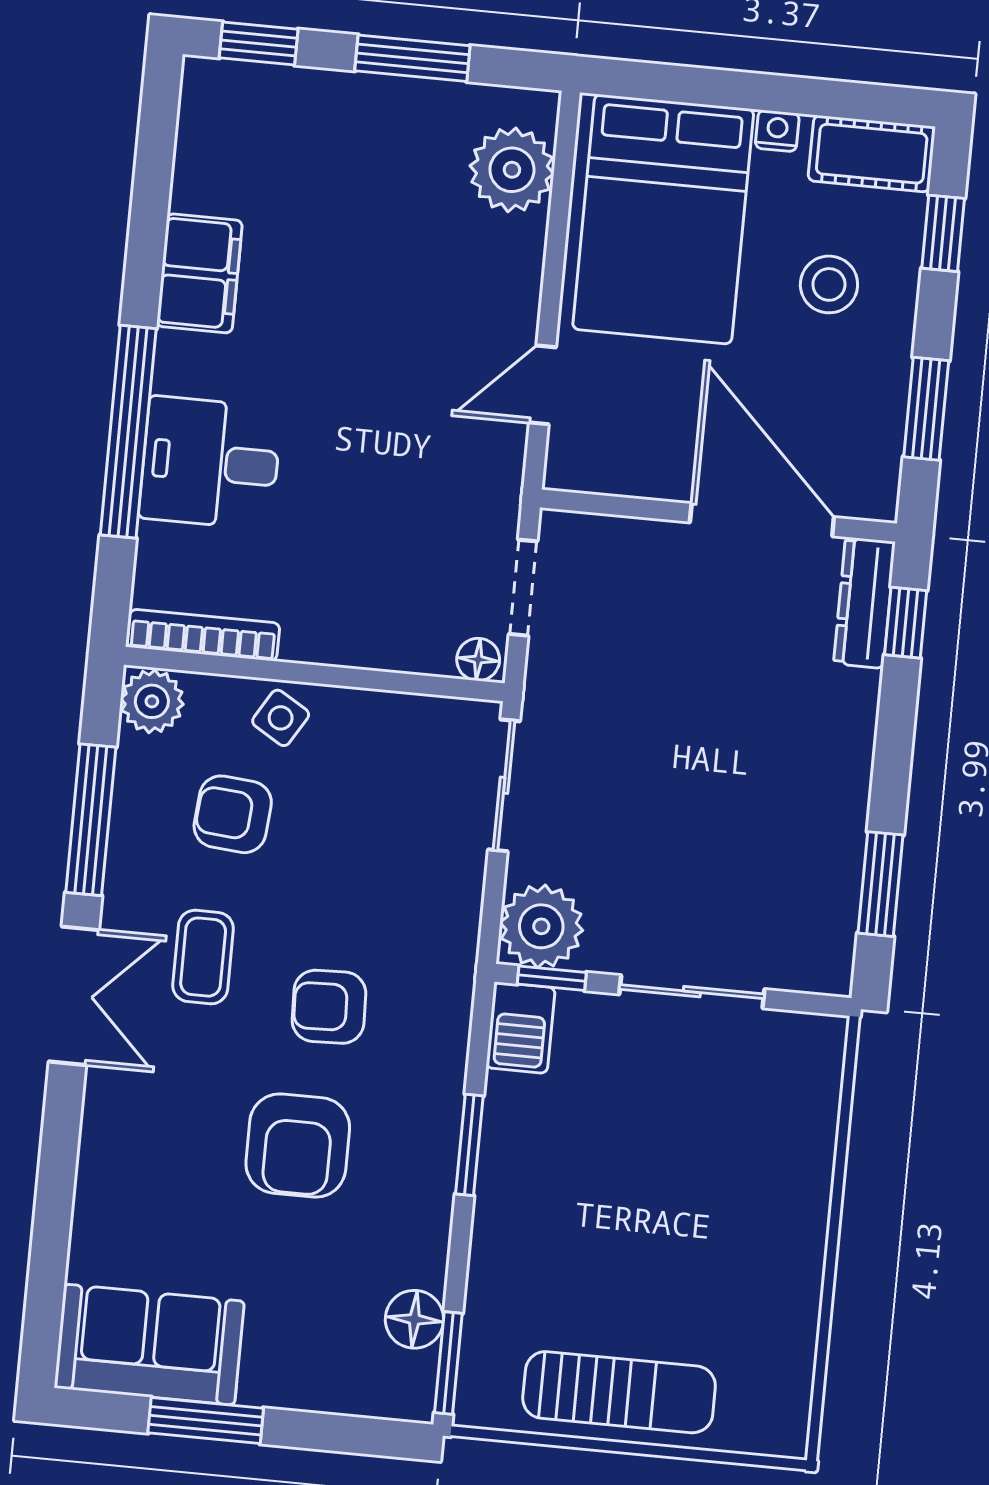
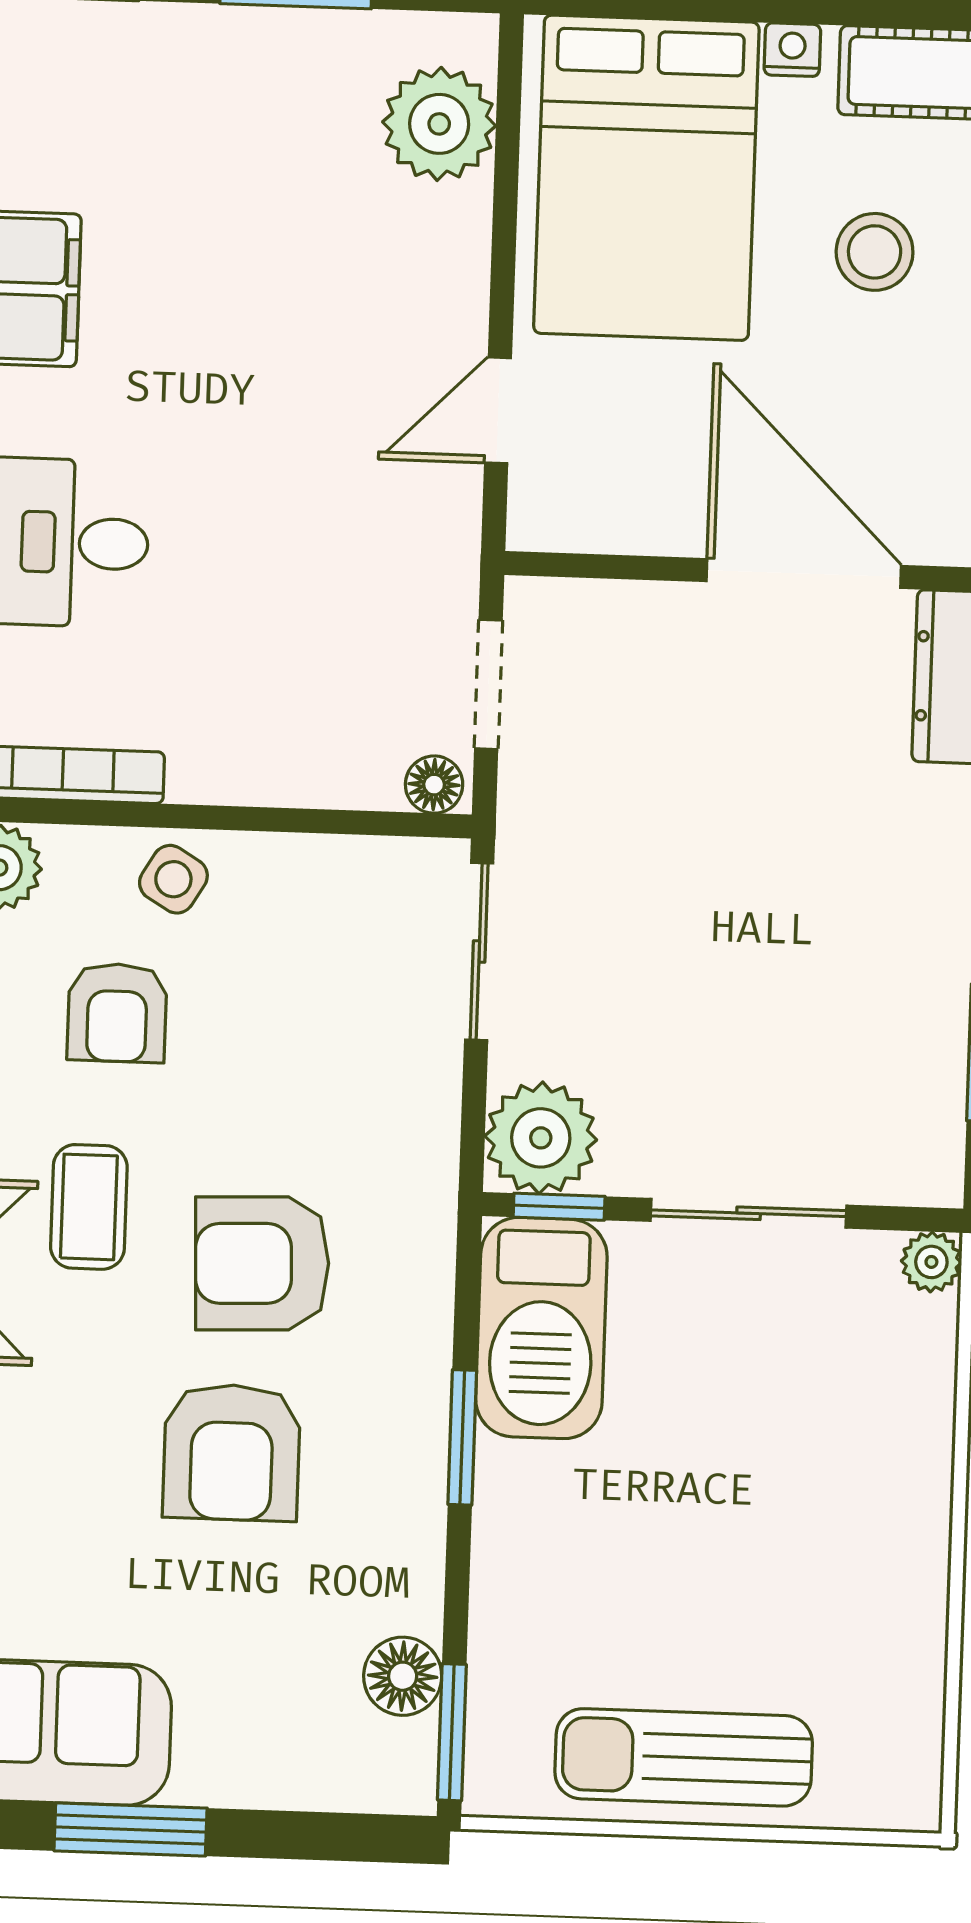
armchair: (233, 814) -> (117, 1013), turned -95
armchair: (329, 1007) -> (262, 1263), width x1.38, depth x1.38
barbecue: (521, 1028) -> (541, 1328), width x1.88, depth x1.53
plant: (825, 1036) -> (931, 1262), added
sun lounger: (619, 1392) -> (684, 1757), turned 180

